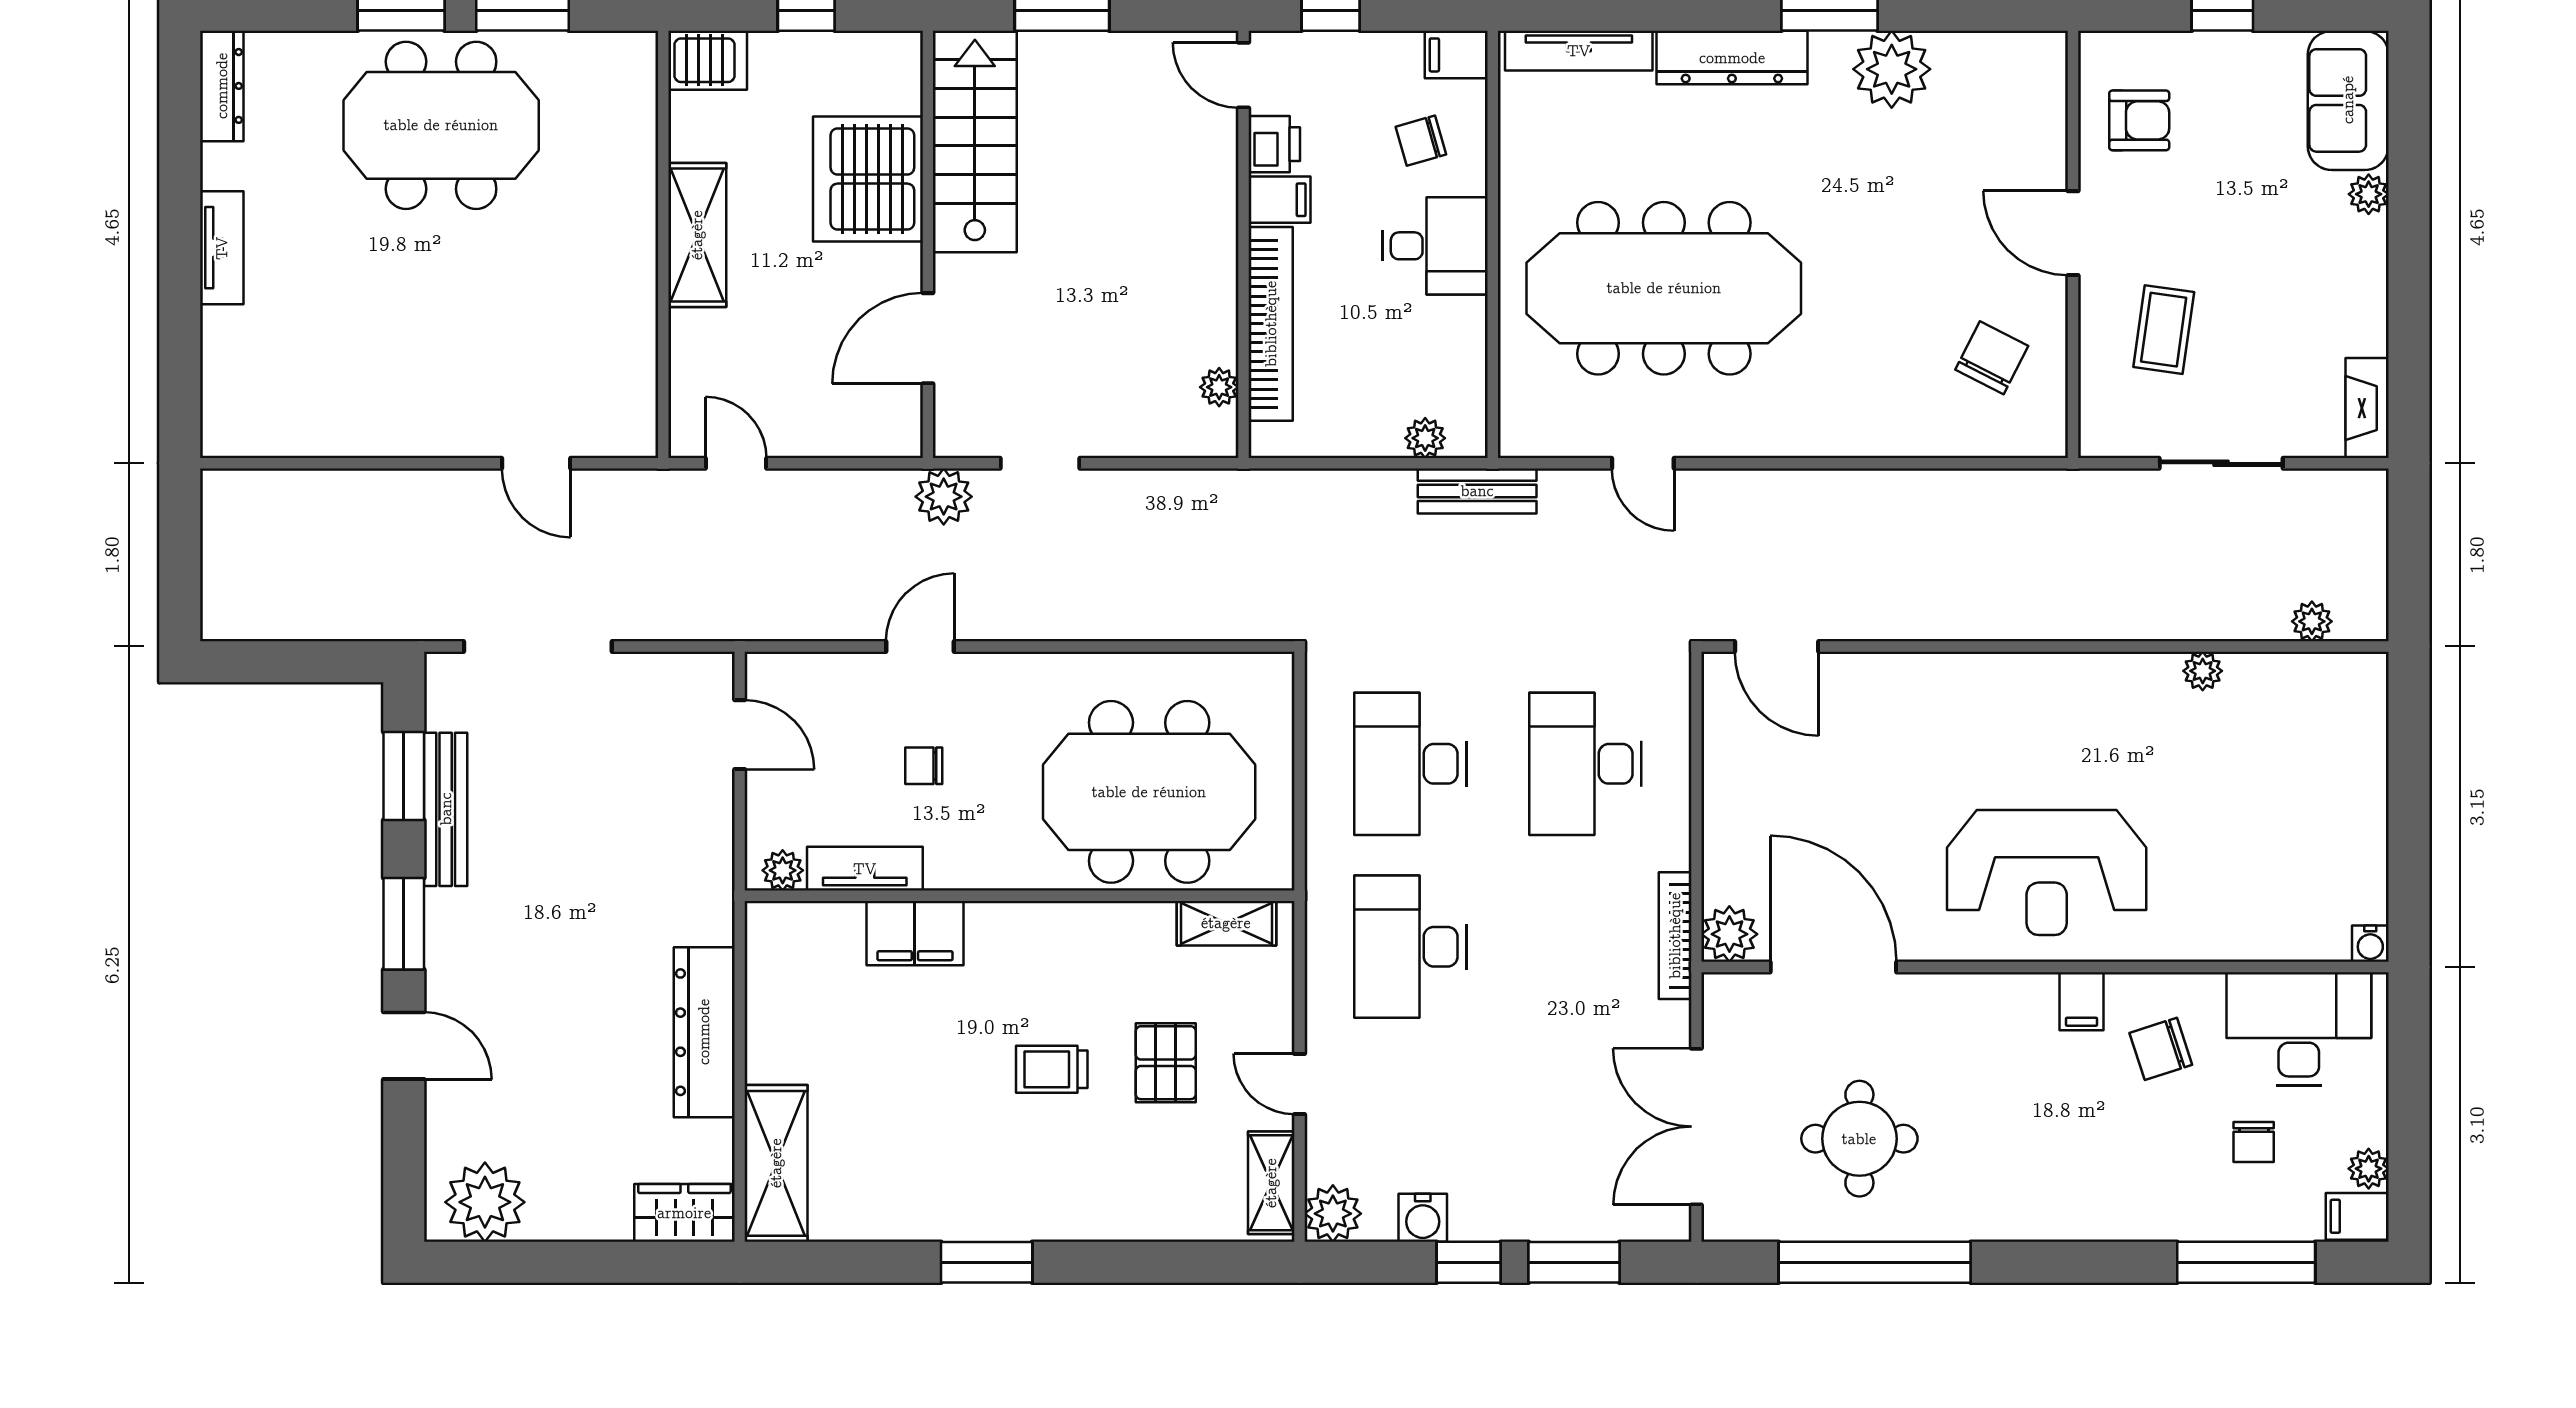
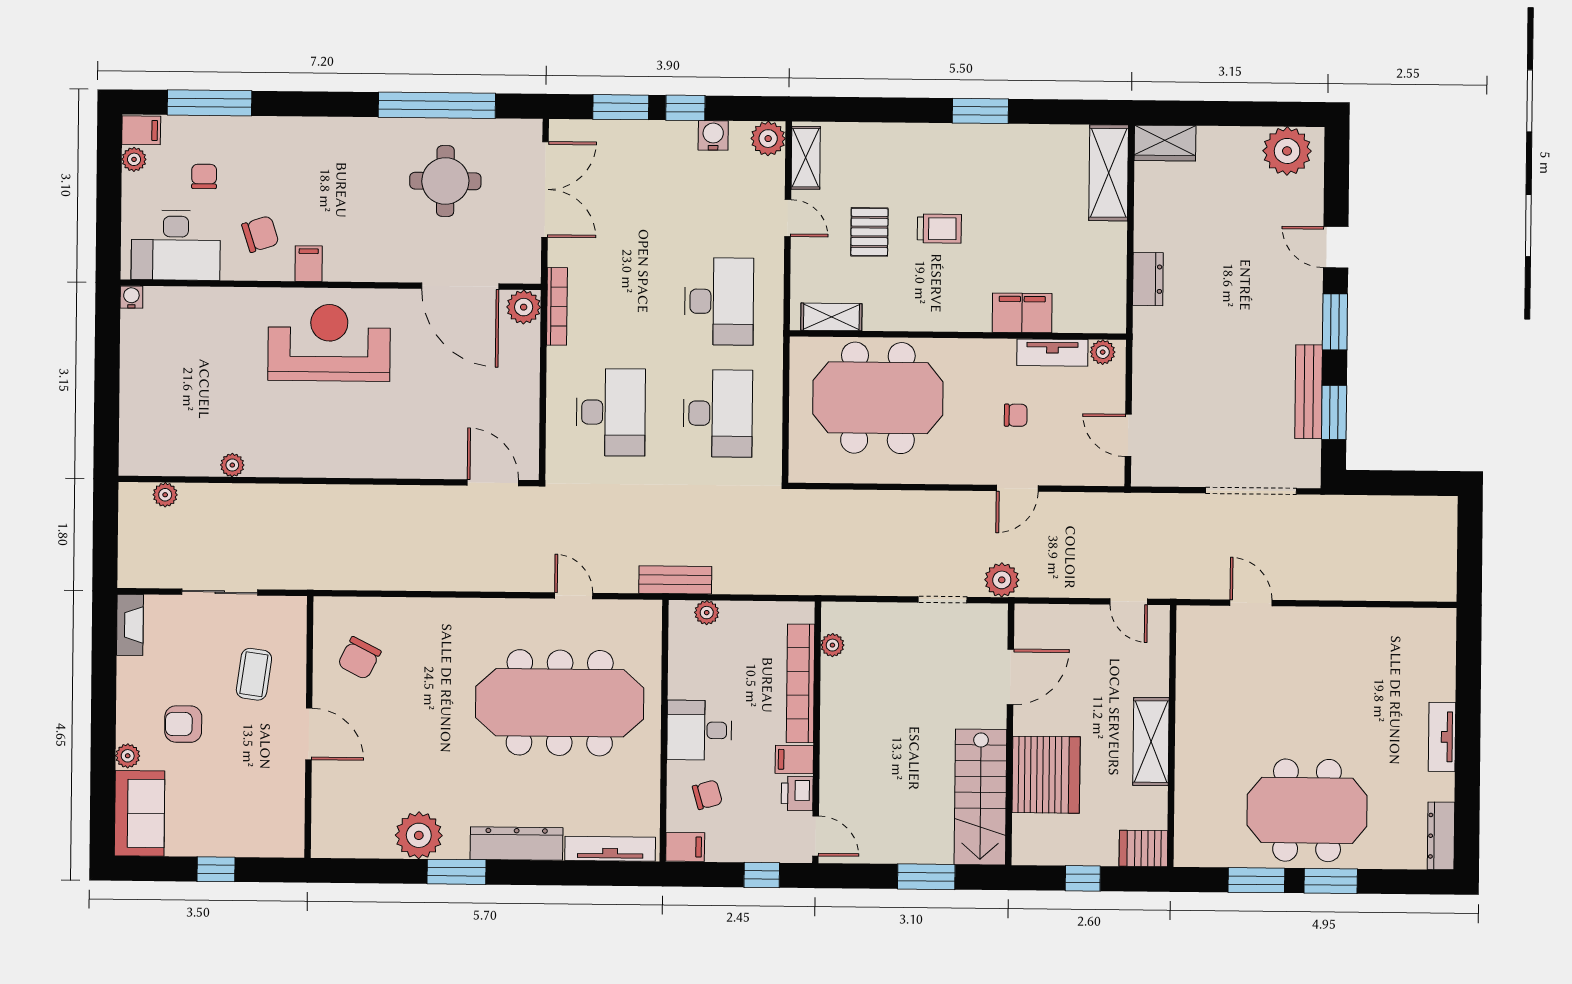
armchair: (2139, 120) -> (183, 724), moved
dresser: (704, 1032) -> (1148, 279), width x0.51, depth x0.80

